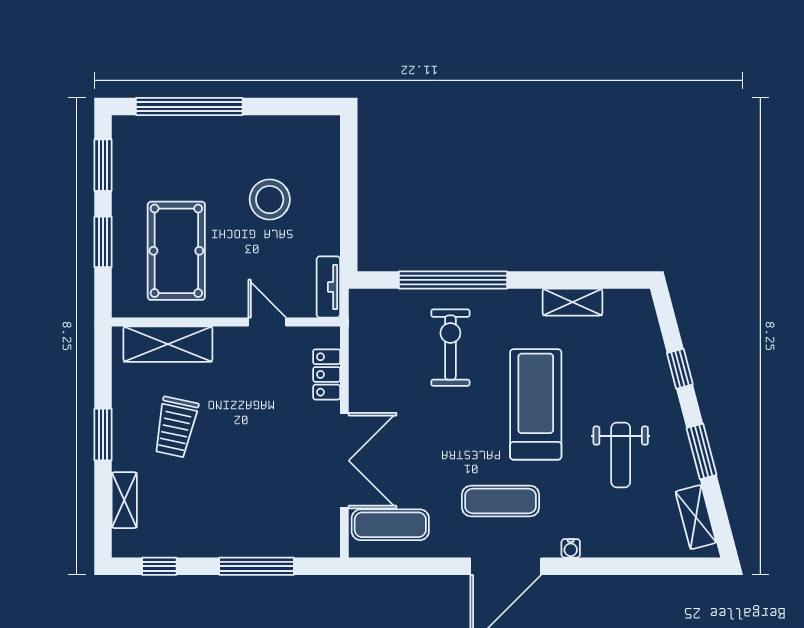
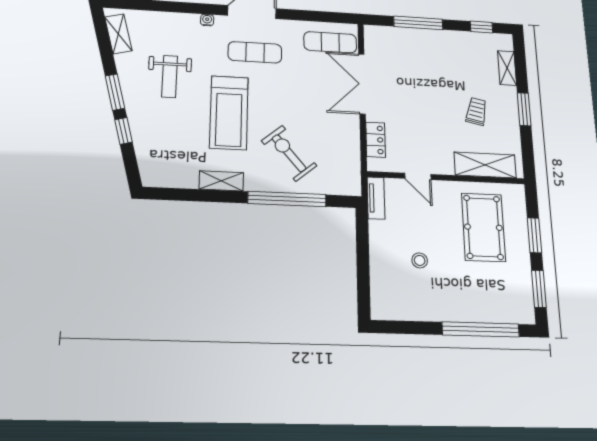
stool: (270, 200) -> (420, 260), width x0.53, depth x0.53
shelving: (572, 302) -> (221, 181), moved
exercise bike: (450, 348) -> (289, 153), turned 140
trolley: (176, 427) -> (476, 111), width x0.73, depth x0.72
window: (702, 451) -> (115, 92), moved
weight bench: (621, 455) -> (170, 76), turned 180

